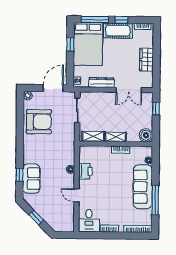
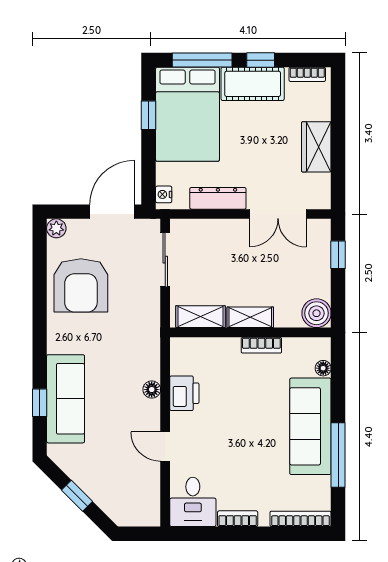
armchair: (39, 122) -> (81, 285), turned 90
sofa: (31, 179) -> (66, 399), width x1.36

